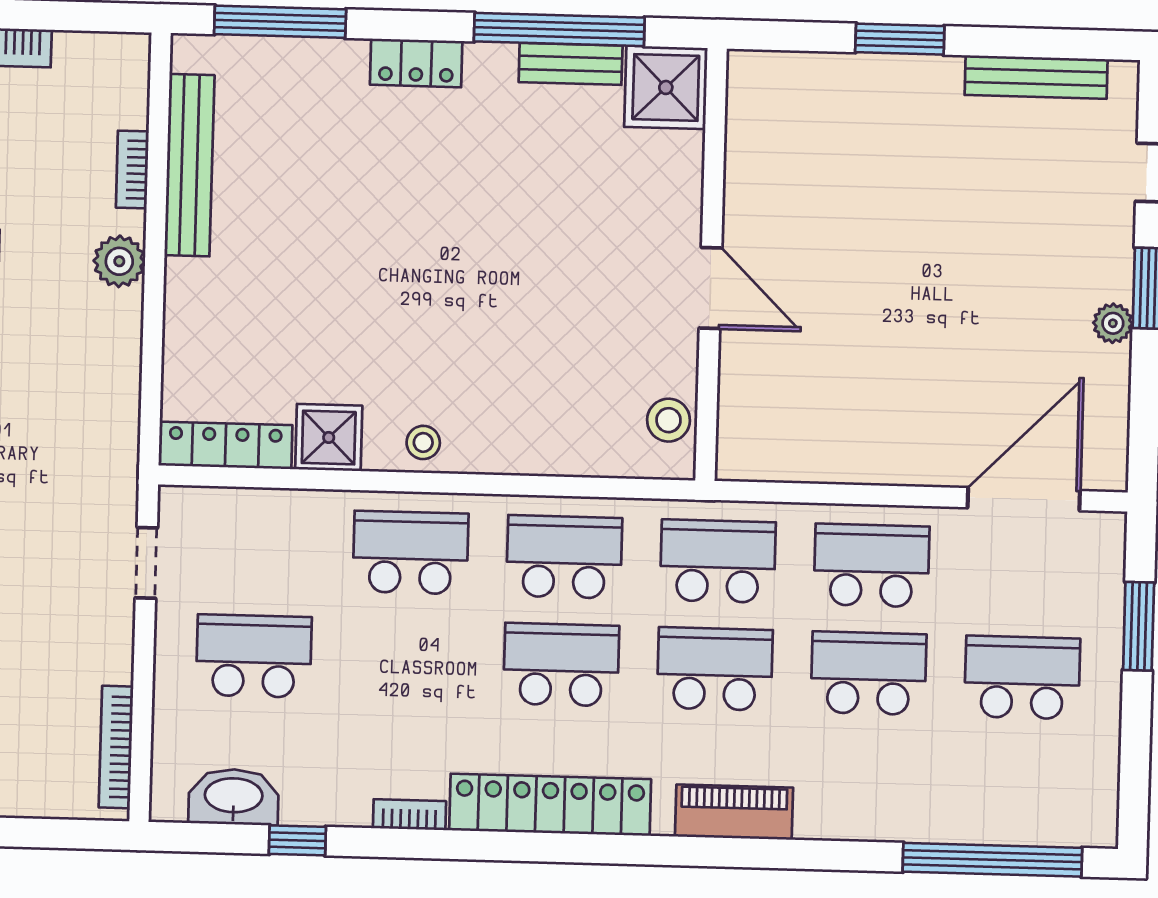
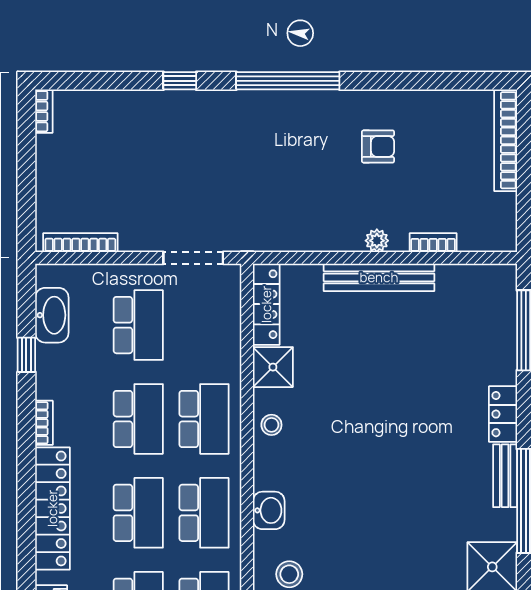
bench: (571, 64) -> (505, 476), moved
bench: (189, 165) -> (379, 277), moved
plant: (119, 261) -> (377, 241), width x0.73, depth x0.73
washbasin: (563, 451) -> (269, 510), added
doorway: (146, 563) -> (193, 258), width x1.38
school desk: (407, 660) -> (138, 419), added

